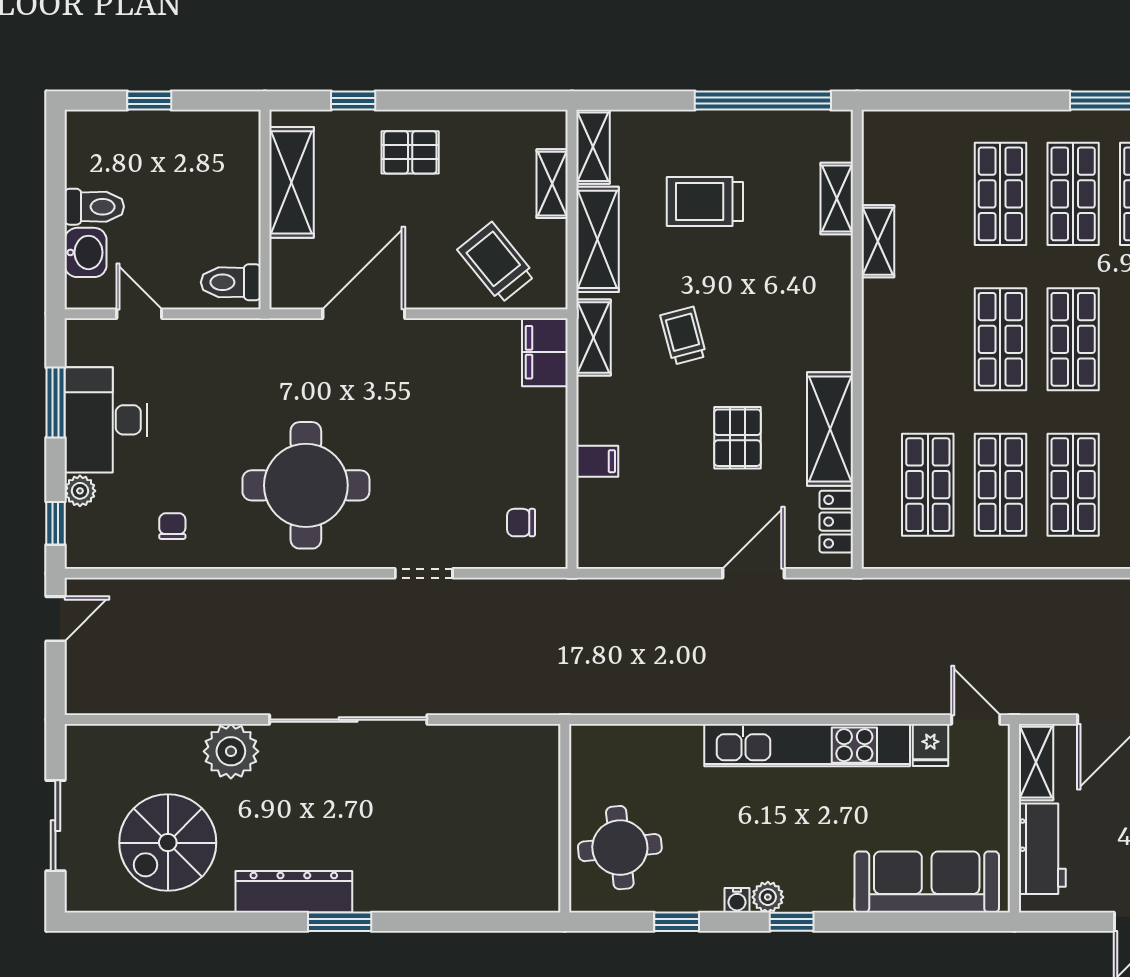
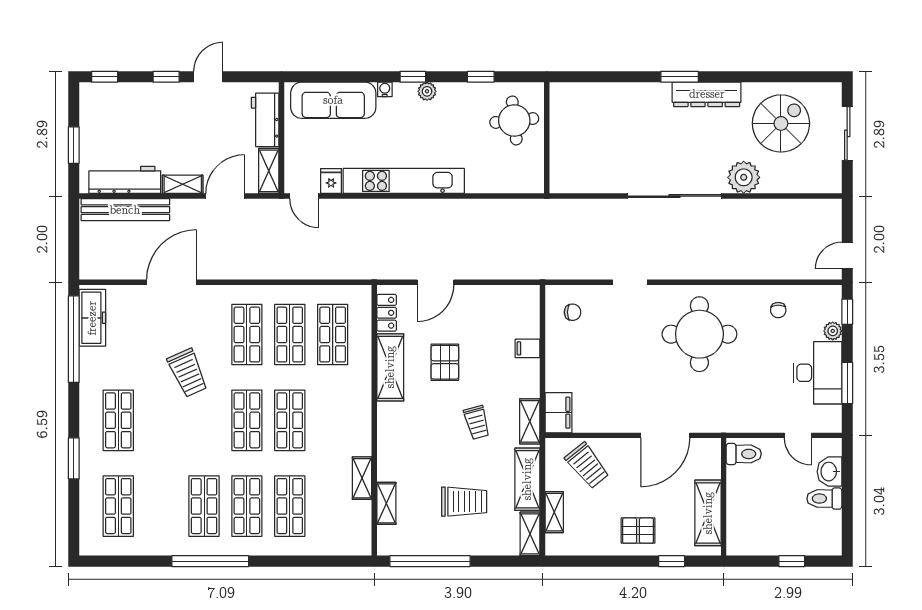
water cooler: (737, 900) -> (385, 89), moved

